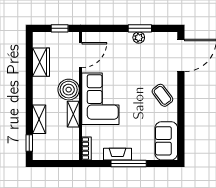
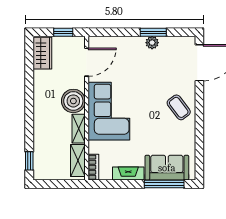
wardrobe: (41, 62) -> (42, 53), moved
shelving: (39, 119) -> (78, 161), moved
sofa: (166, 141) -> (167, 168), moved, turned 90
window: (129, 164) -> (164, 184), moved

